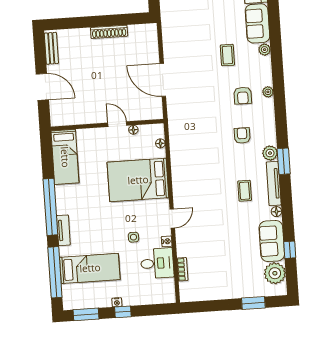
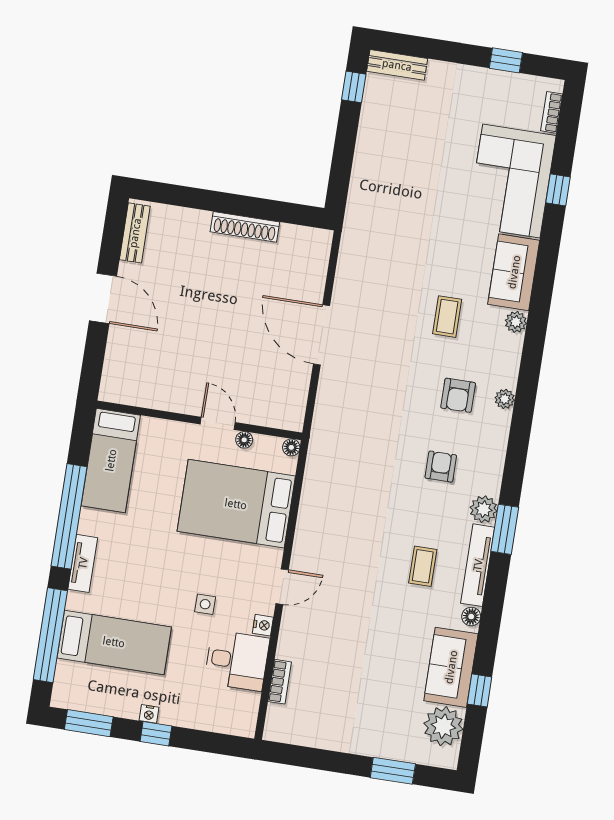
door: (117, 124) -> (218, 423), moved
wall: (107, 125) -> (199, 420), moved
floor lamp: (133, 130) -> (244, 440), moved
bed: (65, 157) -> (111, 460), moved

